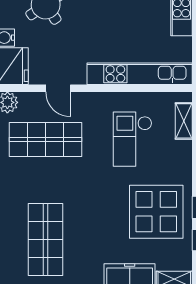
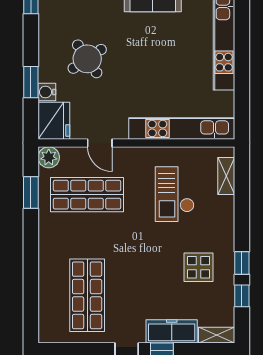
display table: (156, 212) -> (199, 267), width x0.54, depth x0.54

